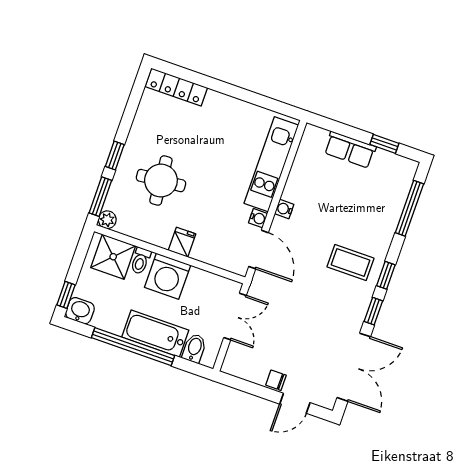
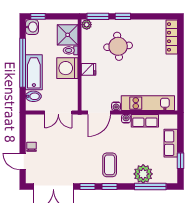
row of seats: (298, 179) -> (145, 121), added
plant: (385, 213) -> (143, 174), added

